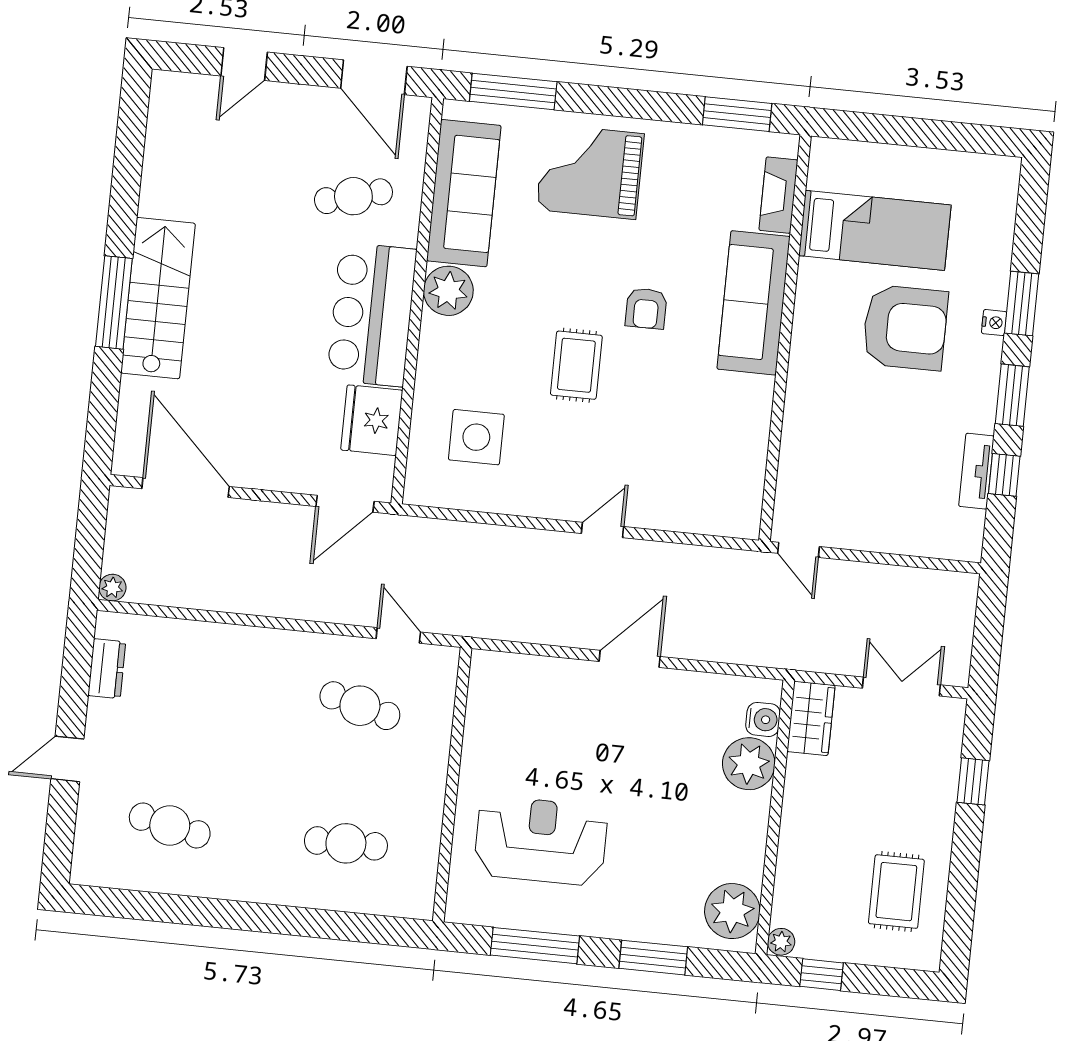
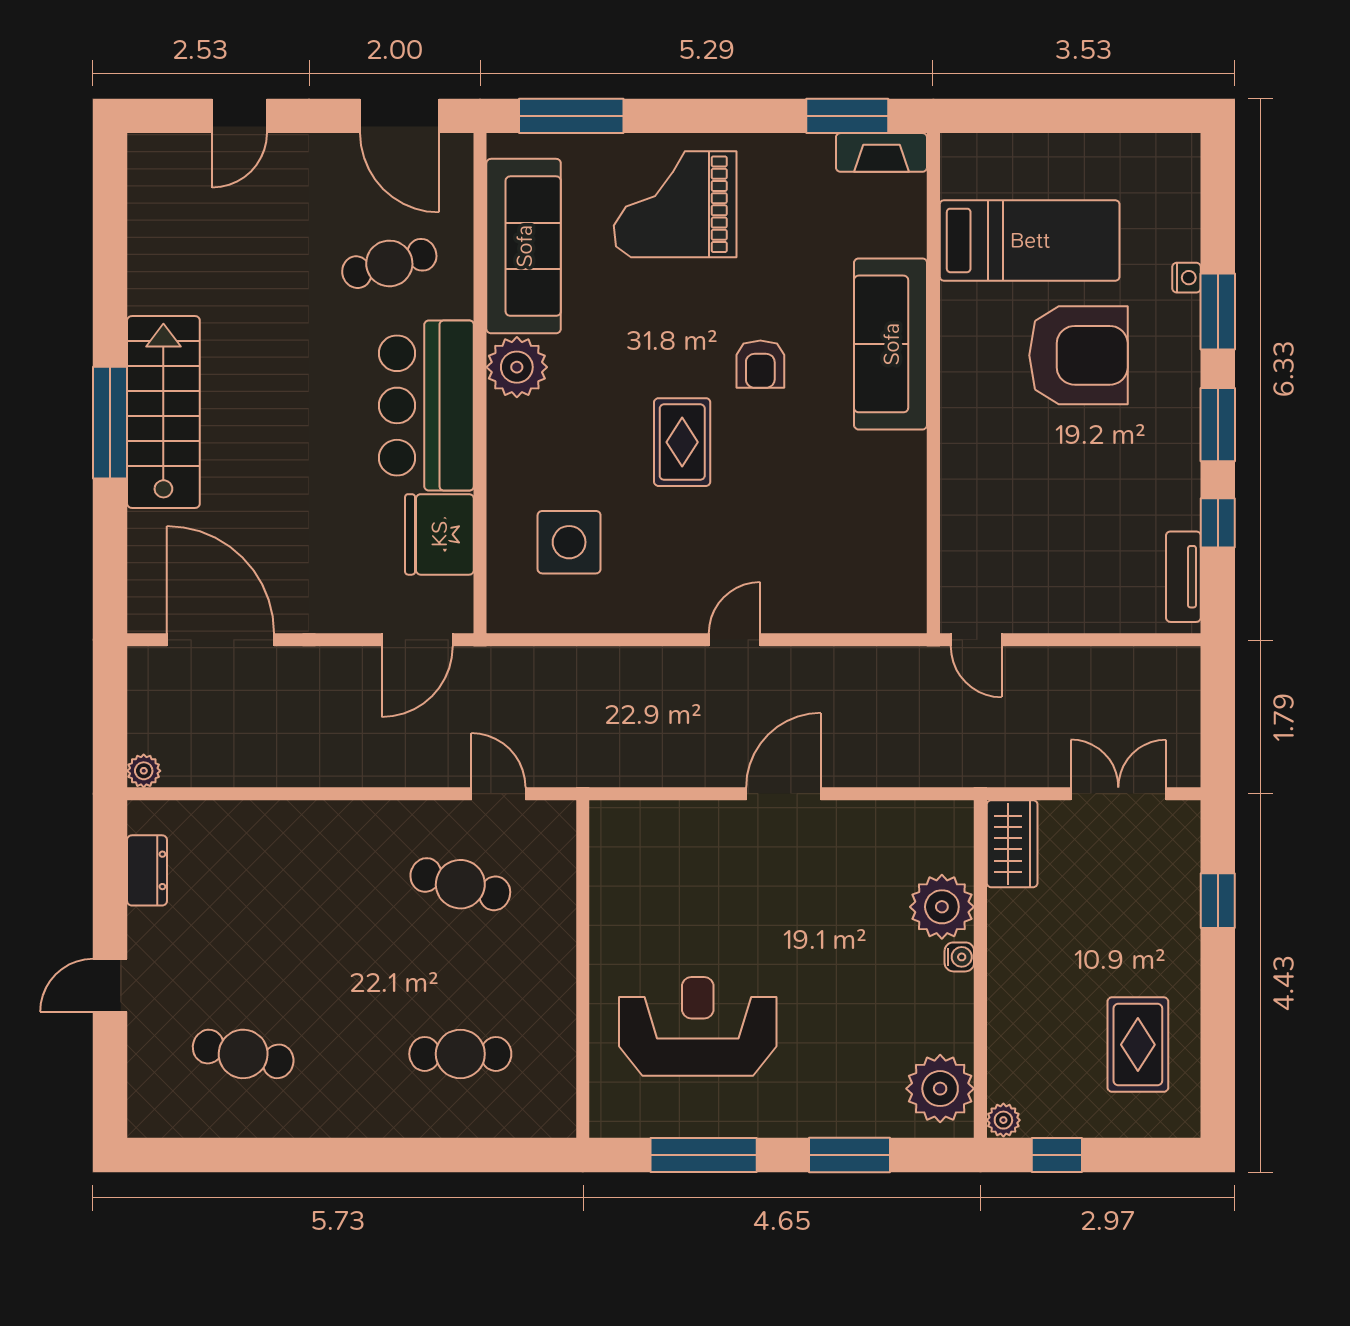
fireplace: (778, 195) -> (881, 152), moved, turned -90
nightstand: (994, 323) -> (1187, 278), moved
tv unit: (976, 471) -> (1183, 577), moved
water cooler: (763, 719) -> (959, 957), moved, width x0.72, depth x0.72

